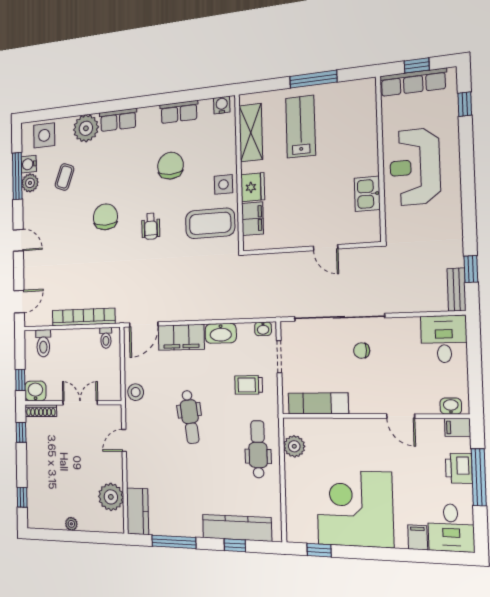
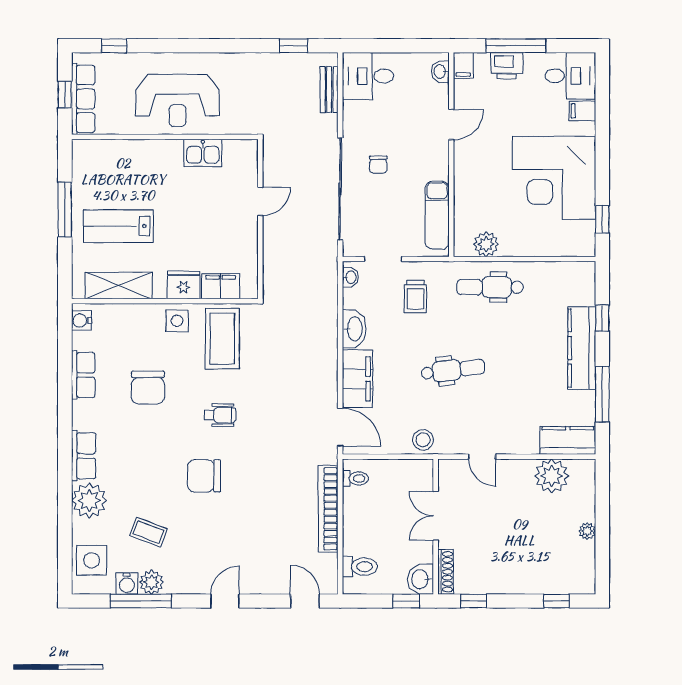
chair: (170, 166) -> (148, 388), turned -90
bench: (456, 290) -> (329, 90), moved, turned 90
kitchen counter: (237, 528) -> (582, 348), moved

